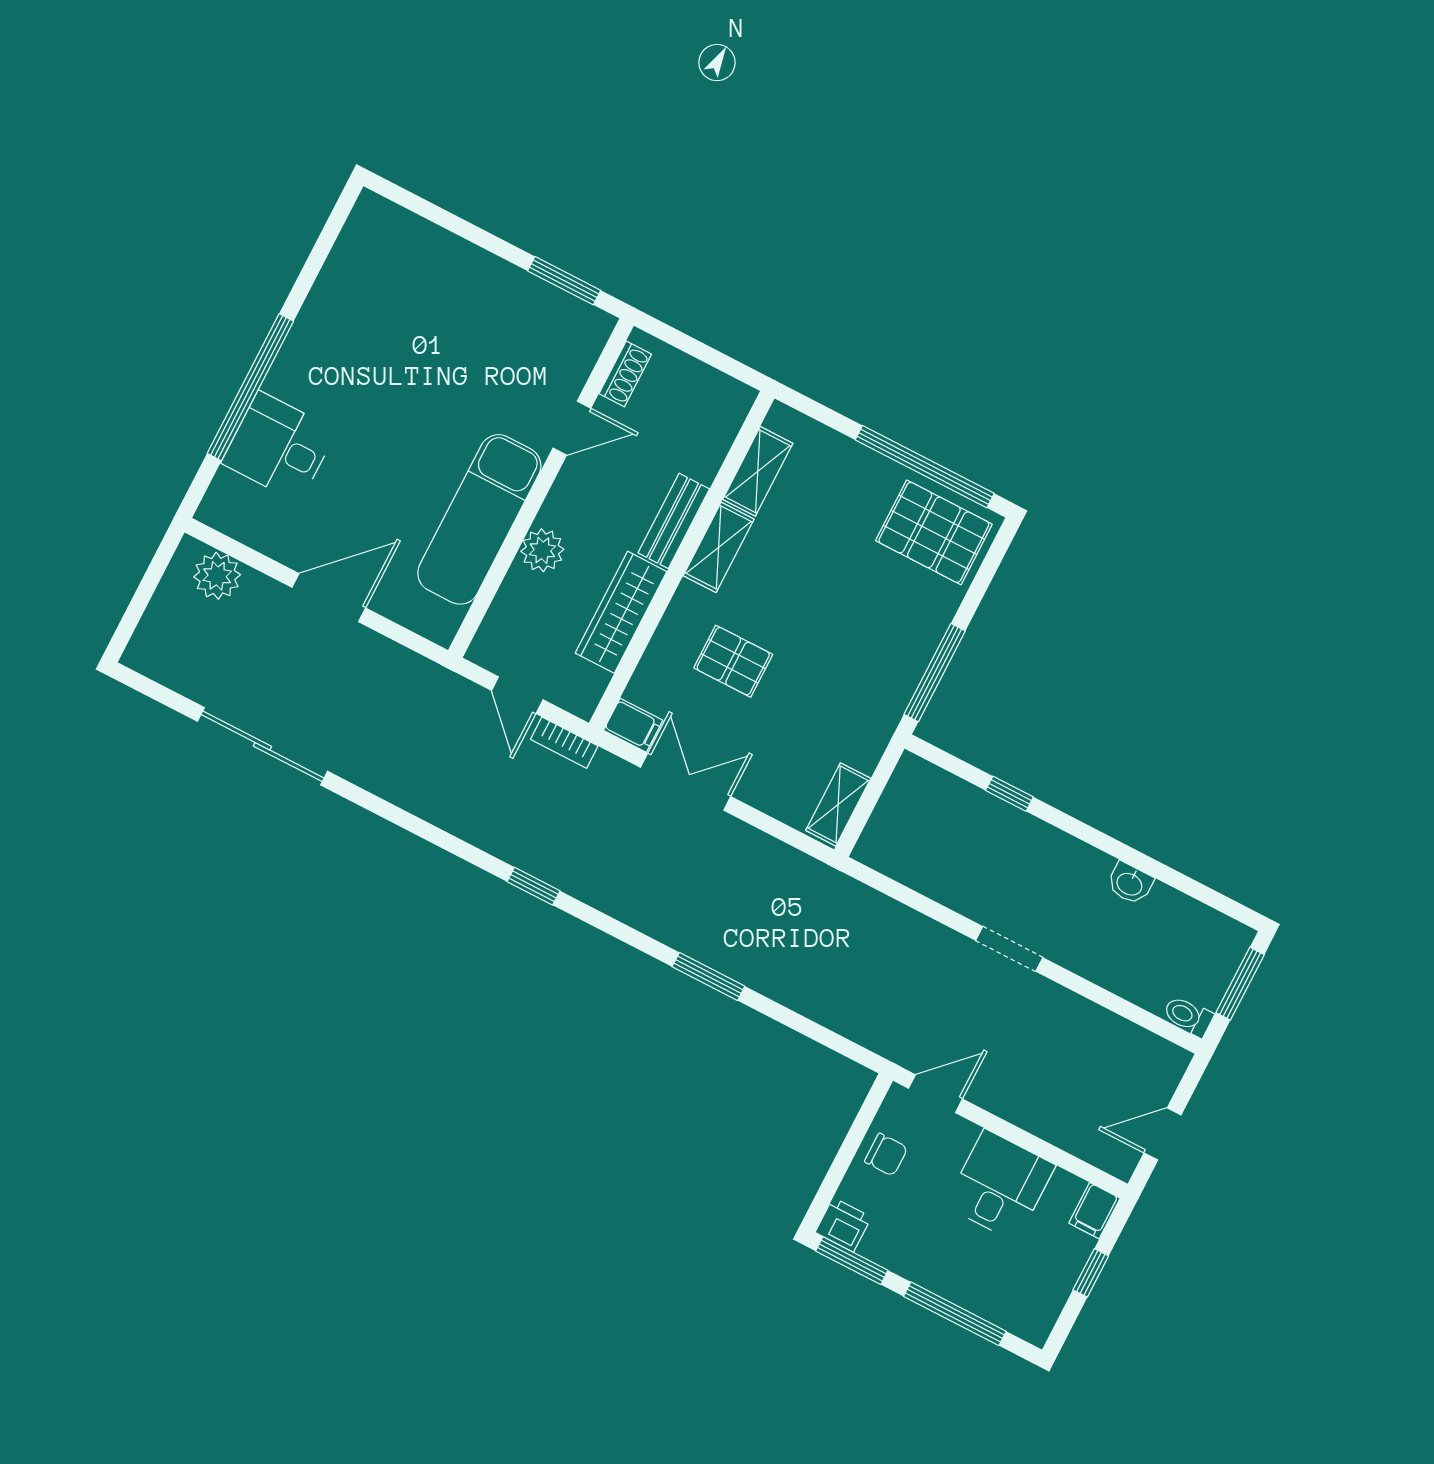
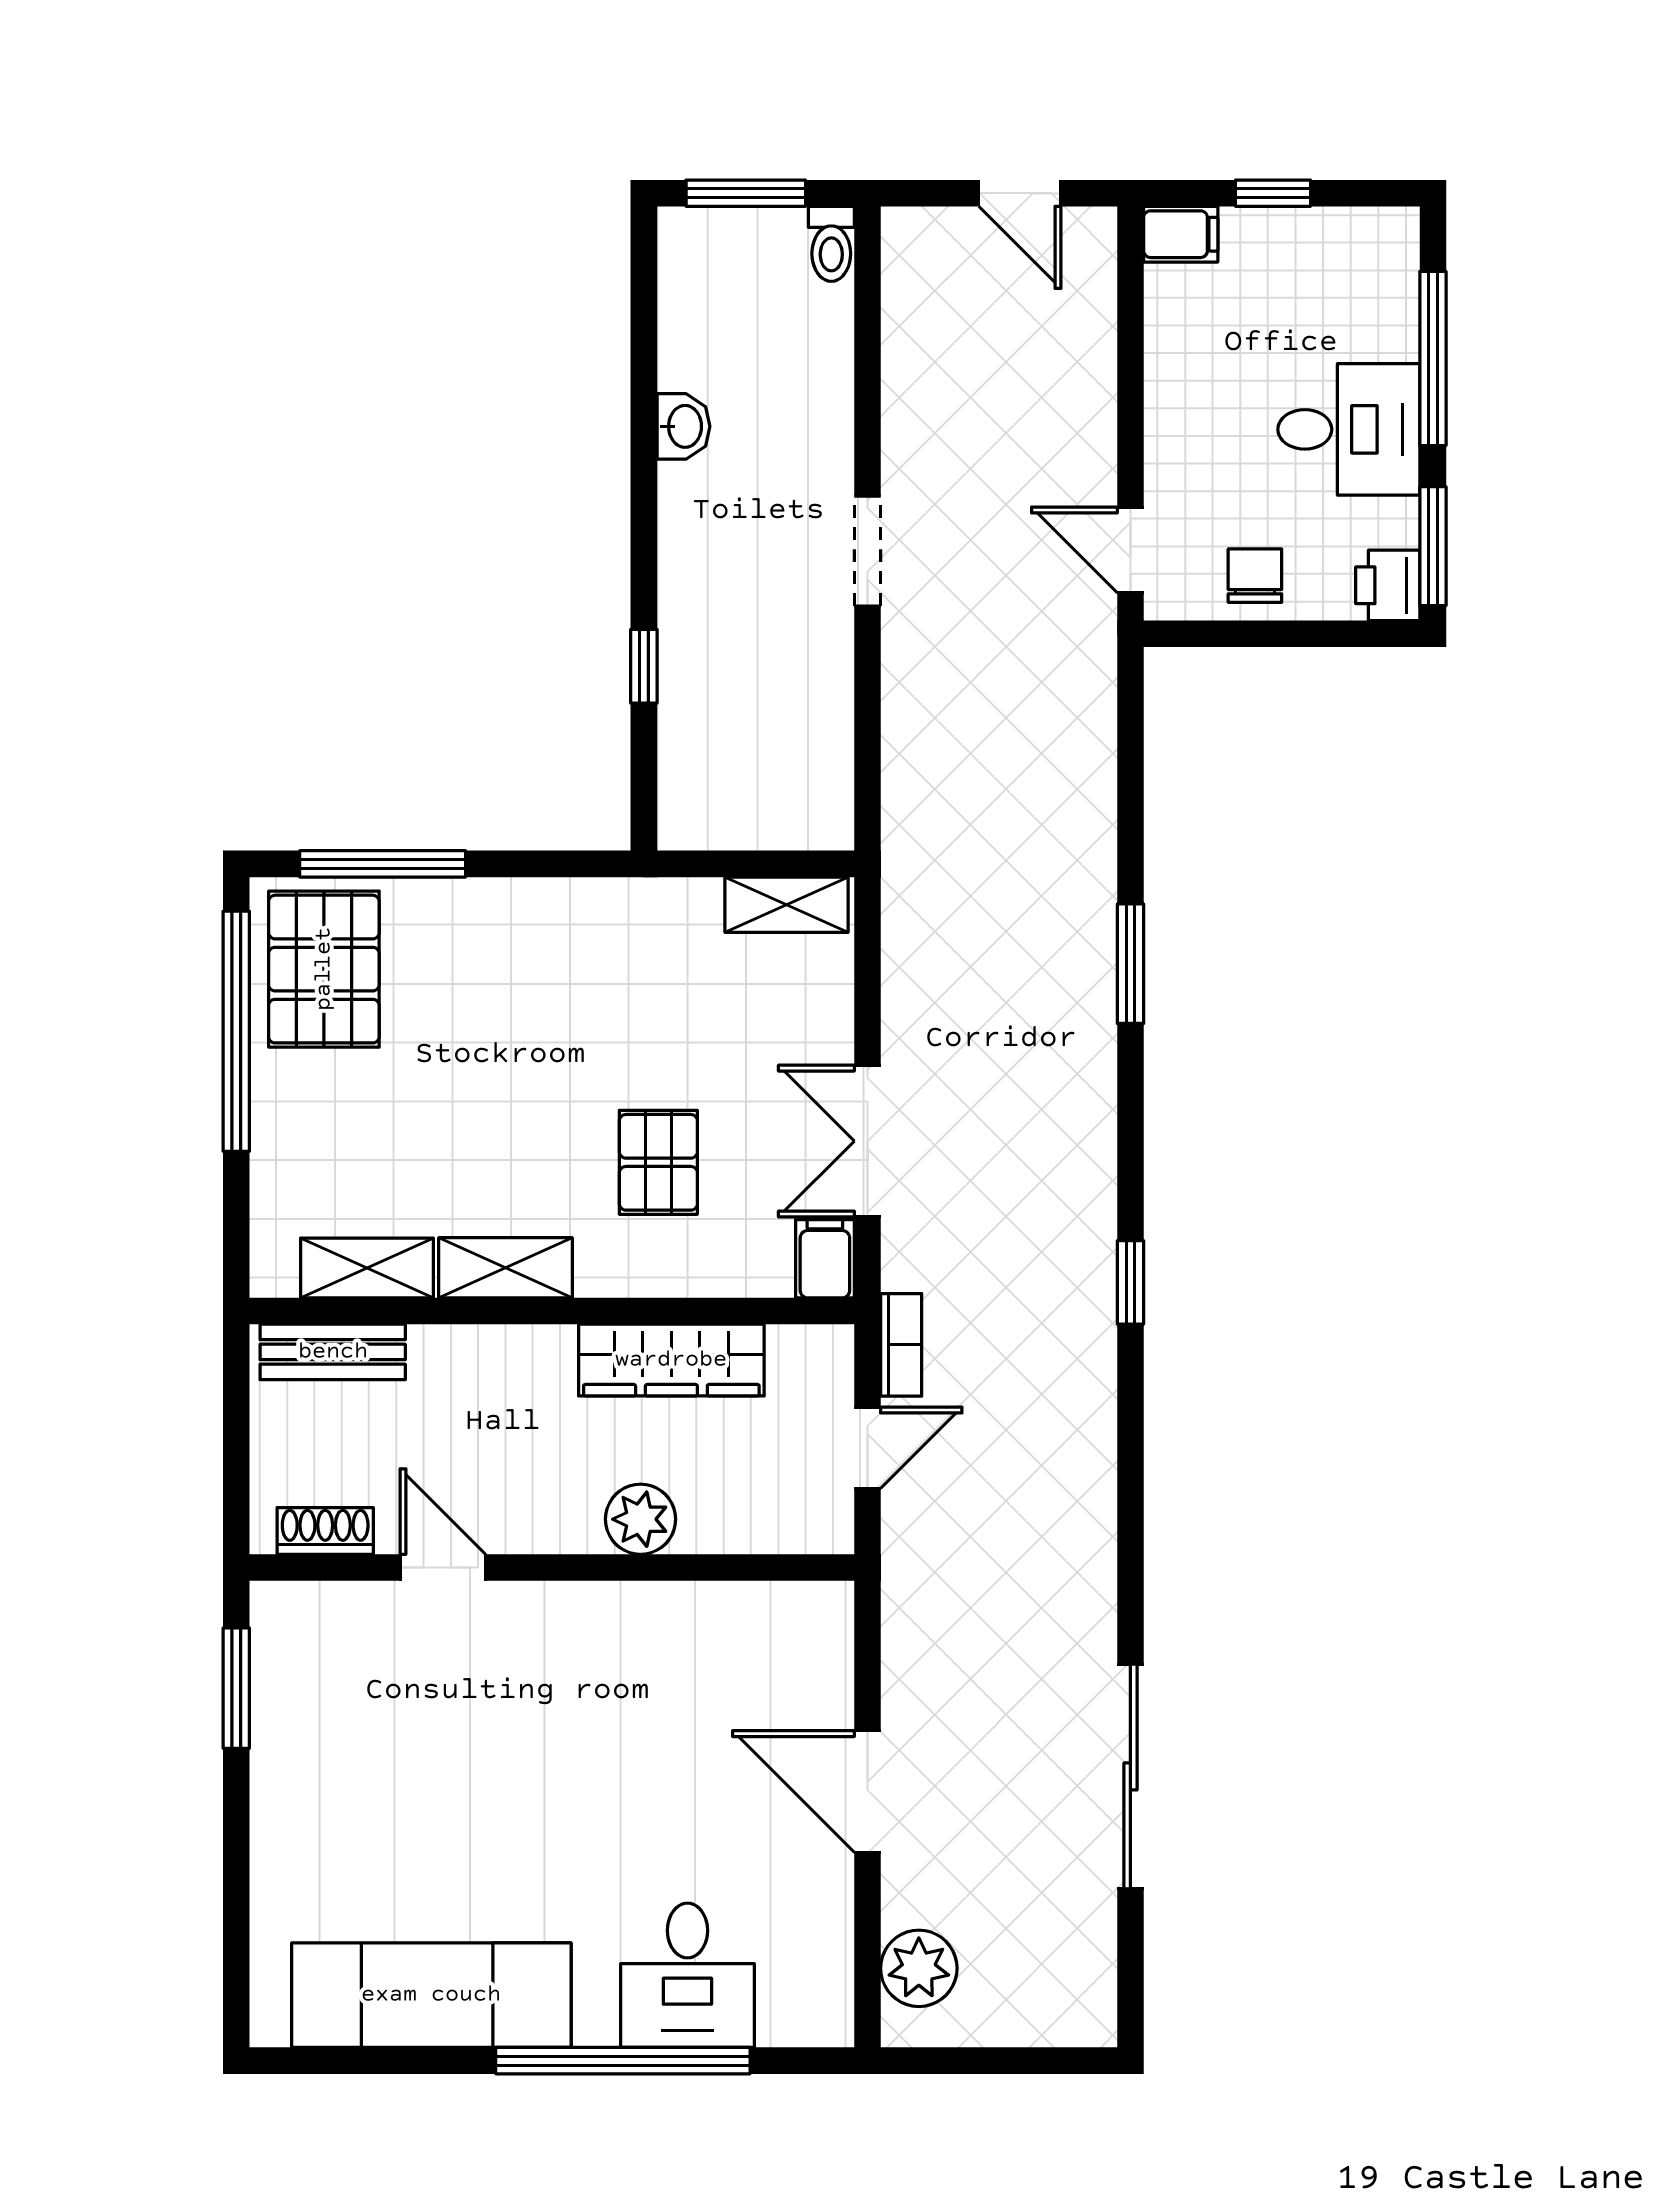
exam couch: (479, 519) -> (431, 1995), moved, turned 180
bench: (674, 521) -> (333, 1352), moved
window: (935, 673) -> (383, 864), moved
desk: (1000, 1185) -> (1349, 429), moved, turned 180

